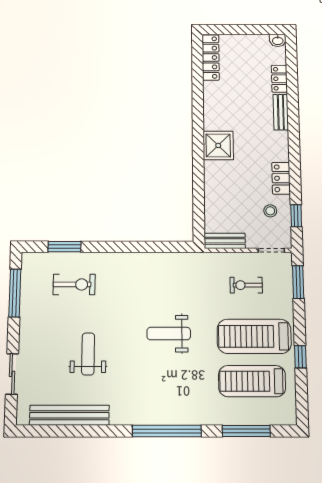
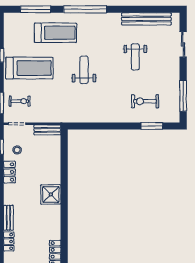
exercise bike: (246, 285) -> (20, 101), moved
weight bench: (169, 334) -> (84, 70), turned -90
treadmill: (252, 381) -> (55, 33), moved

